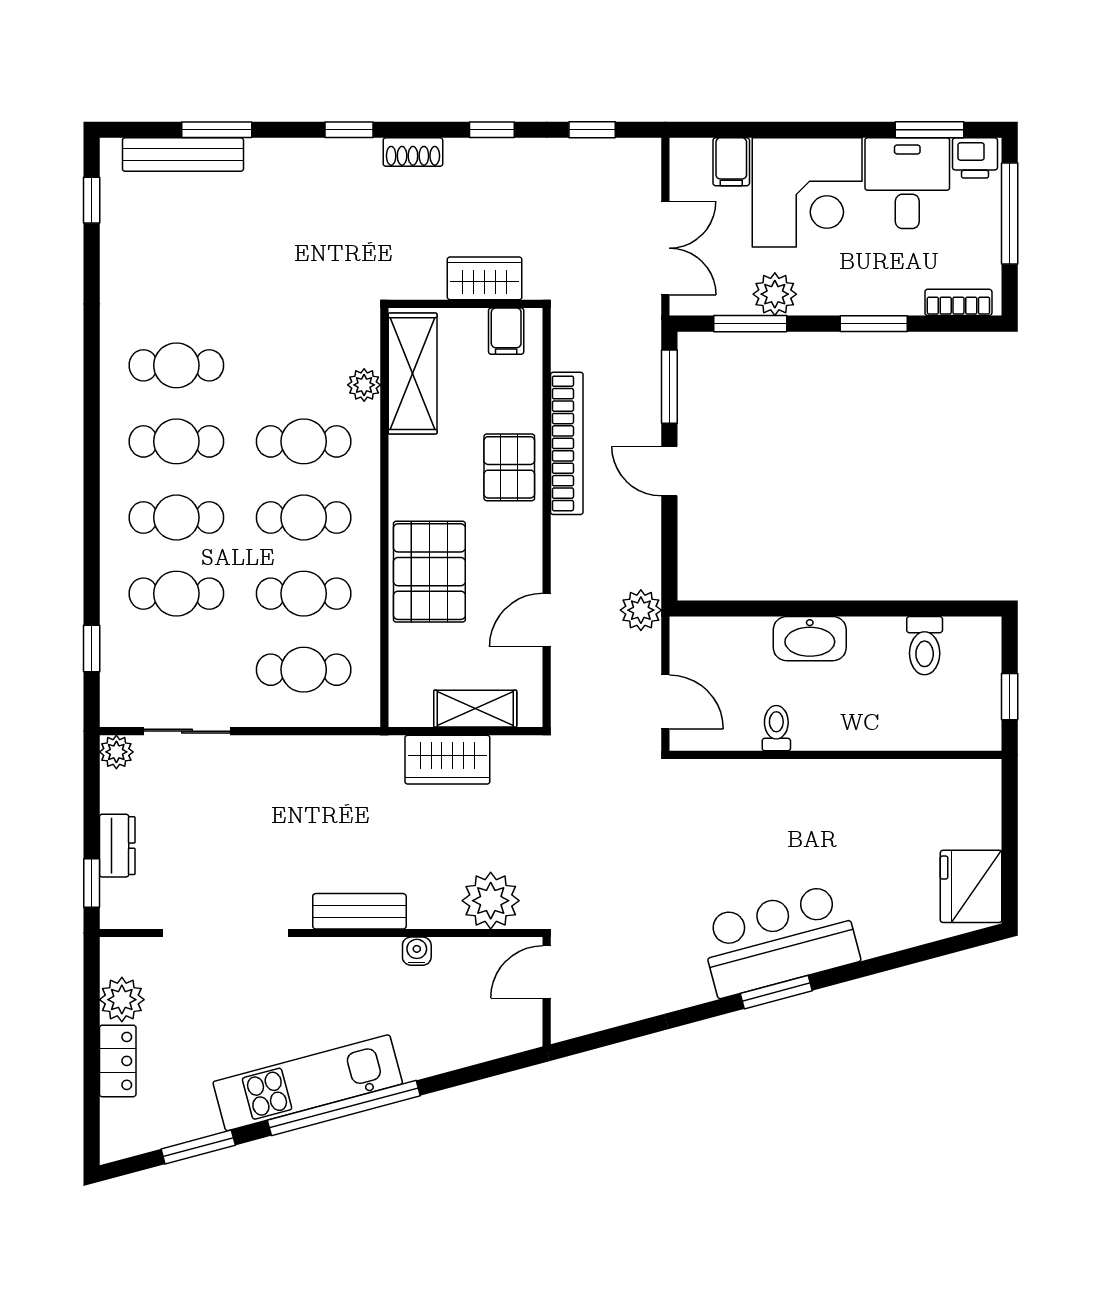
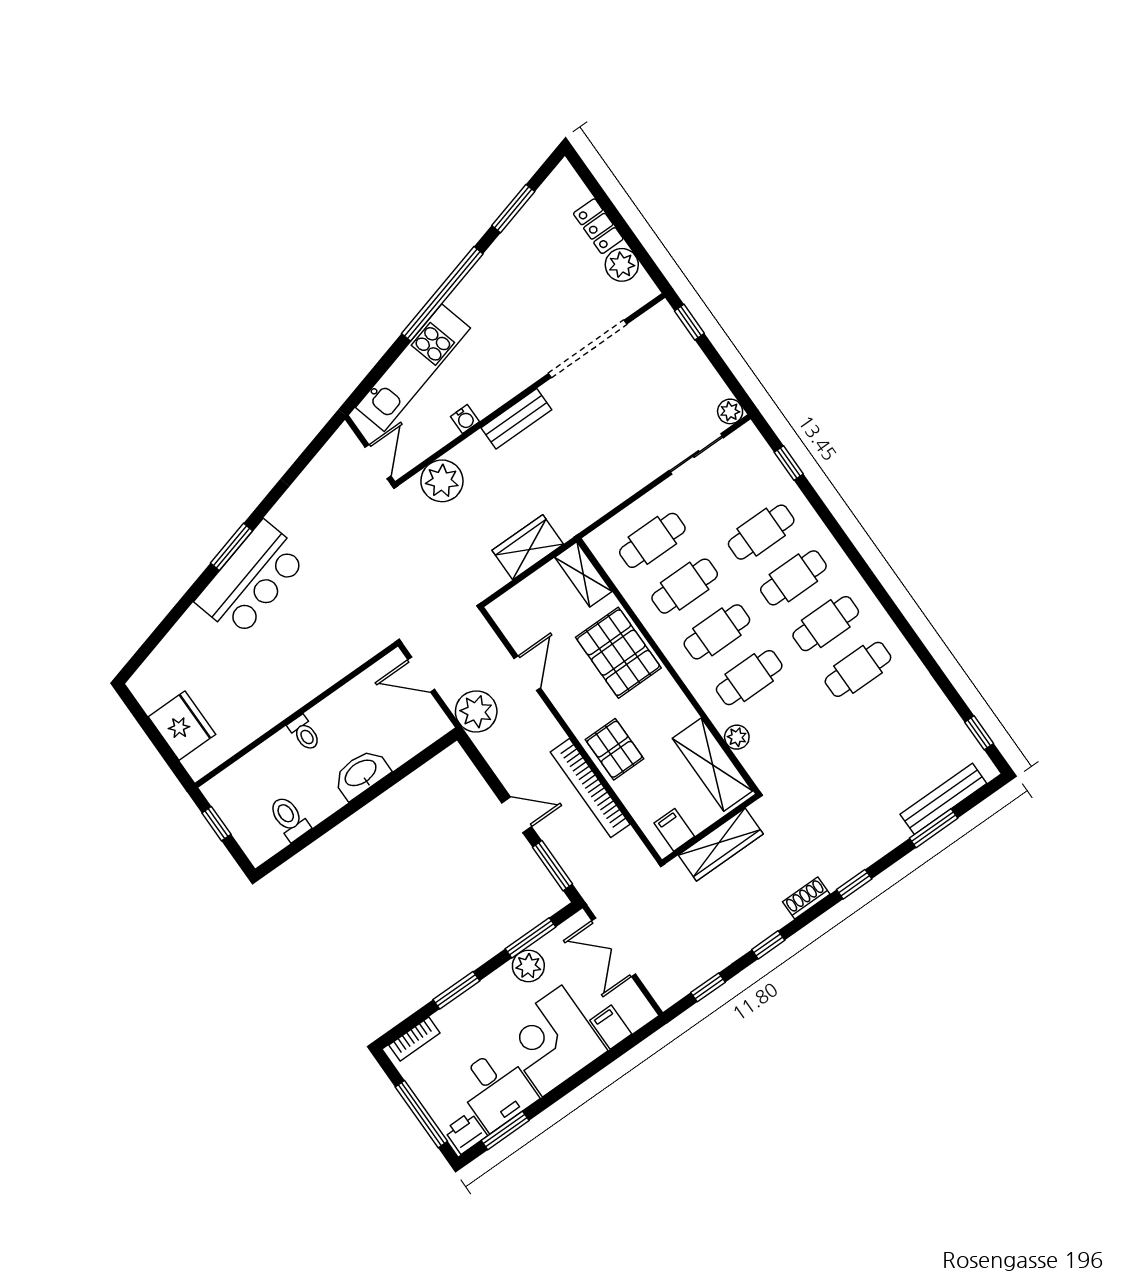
wardrobe: (485, 278) -> (721, 845), width x1.50
plant: (641, 610) -> (476, 712), width x1.36, depth x1.36
shelving: (475, 709) -> (583, 574), moved, turned 90
toilet: (776, 728) -> (304, 733), moved
dresser: (117, 846) -> (690, 355), removed
fridge: (971, 886) -> (182, 726), moved
kitchen unit: (308, 1083) -> (413, 368), moved

